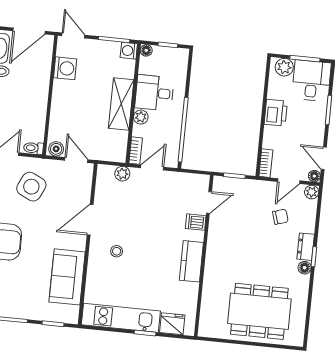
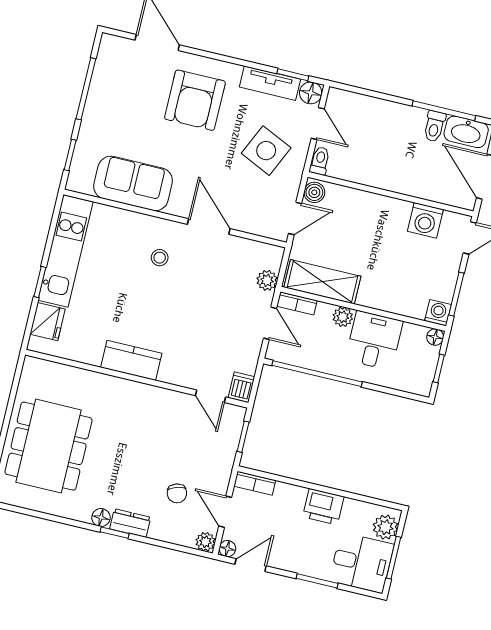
shelving: (121, 104) -> (322, 282), moved
dishwasher: (196, 222) -> (241, 387), moved

